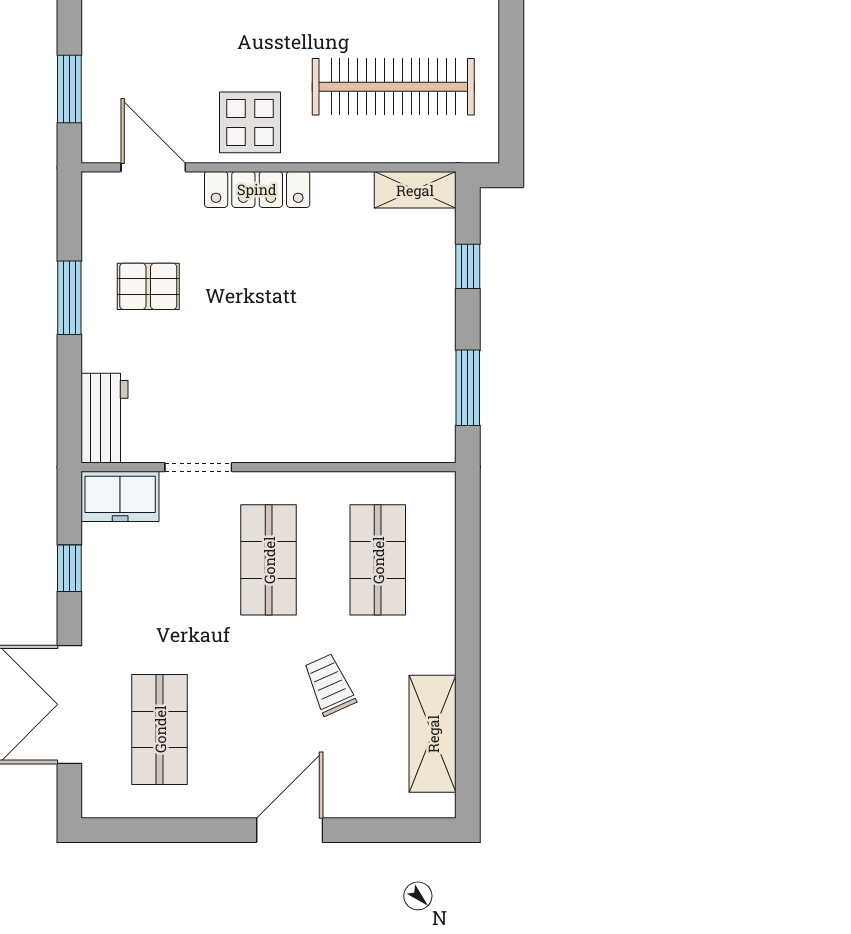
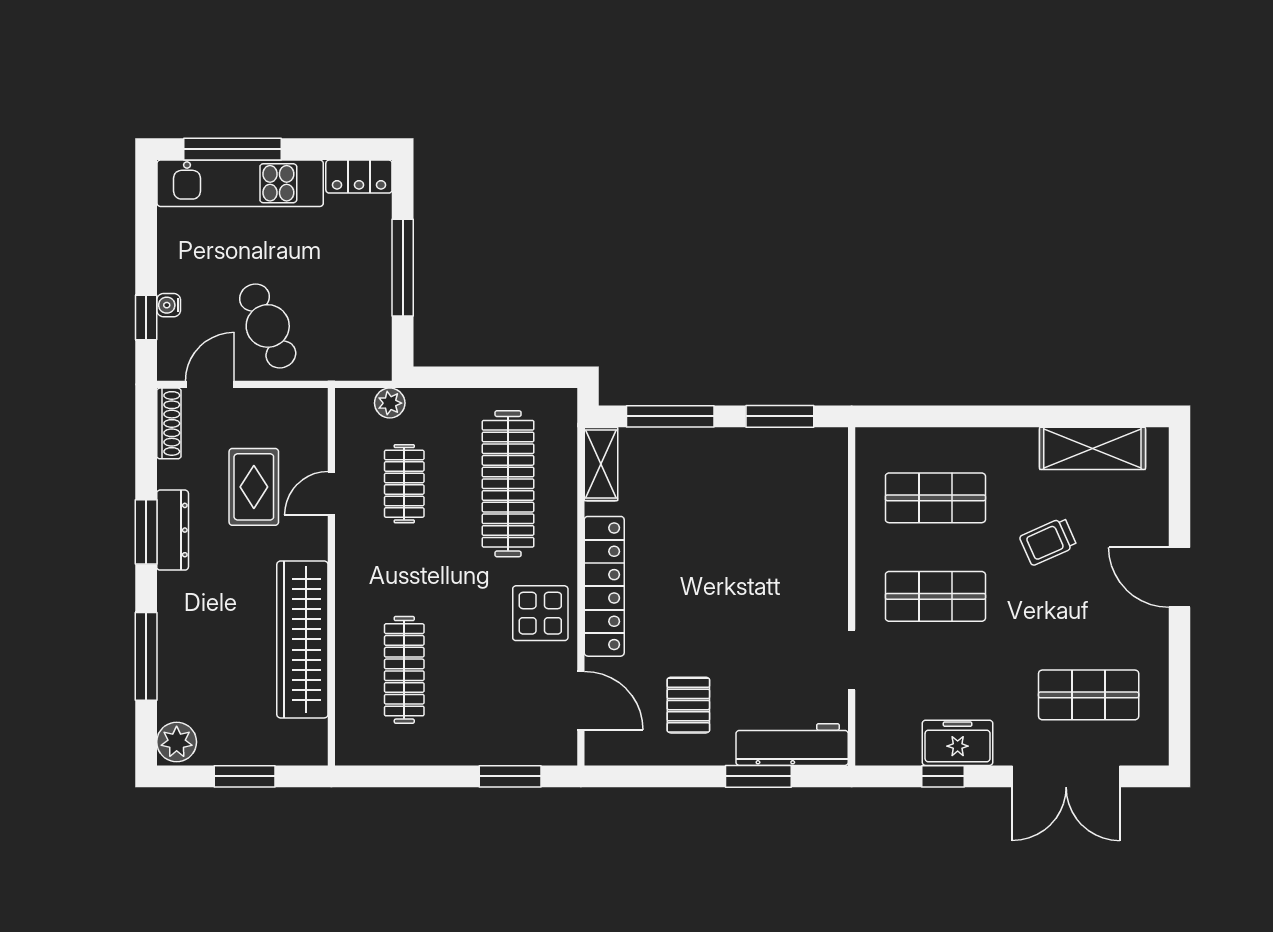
door: (153, 167) -> (581, 701), swing flipped
locker: (257, 189) -> (604, 586), width x1.41, depth x1.21
window: (468, 266) -> (670, 416), width x2.17
window: (69, 298) -> (758, 776), moved
workbench: (105, 418) -> (792, 745), width x1.38
freezer: (120, 496) -> (958, 743), moved, turned -90

